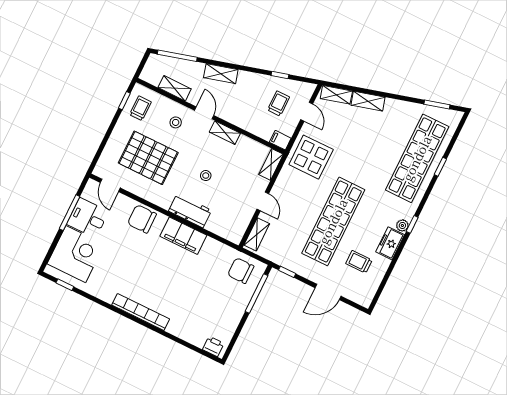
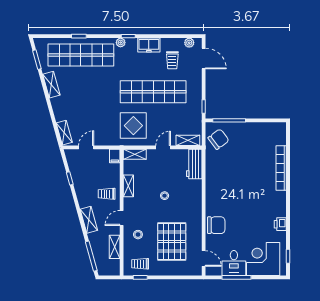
shelving: (368, 101) -> (51, 85), moved
trolley: (279, 104) -> (107, 194), moved
shelving: (225, 133) -> (128, 186), moved
display table: (311, 157) -> (133, 126), moved
door: (110, 185) -> (204, 258), hinge flipped
workbench: (190, 211) -> (194, 164), moved
chair: (142, 219) -> (216, 225), turned -90
plant: (402, 225) -> (121, 43), moved
filing cabinet: (183, 236) -> (214, 191), removed
chair: (241, 271) -> (218, 139), turned -127
door: (328, 292) -> (204, 58), moved
plant: (370, 292) -> (189, 43), added
bookcase: (141, 312) -> (281, 168), moved
printer: (213, 346) -> (280, 224), moved

